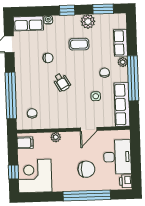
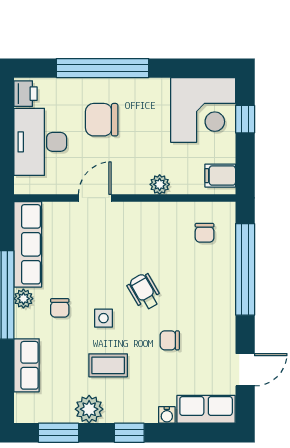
plant: (123, 62) -> (23, 299), moved
side table: (96, 96) -> (104, 318), moved

